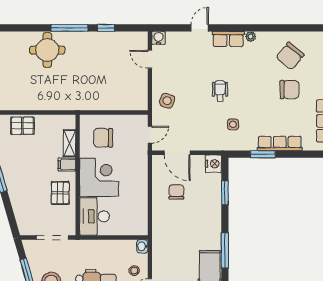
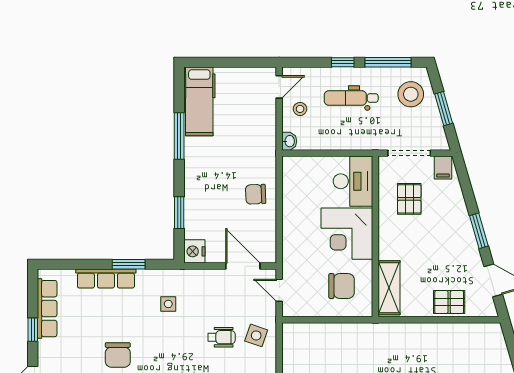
chair: (289, 90) -> (118, 355), moved, turned -90
wheelchair: (220, 91) -> (221, 337), moved, turned -90
door: (150, 135) -> (279, 290), hinge flipped
shelving: (69, 143) -> (389, 288), width x1.50, depth x1.33
filing cabinet: (67, 165) -> (443, 167), moved, turned 90
chair: (176, 192) -> (256, 194), moved, turned 88
pallet: (60, 193) -> (409, 199), moved

